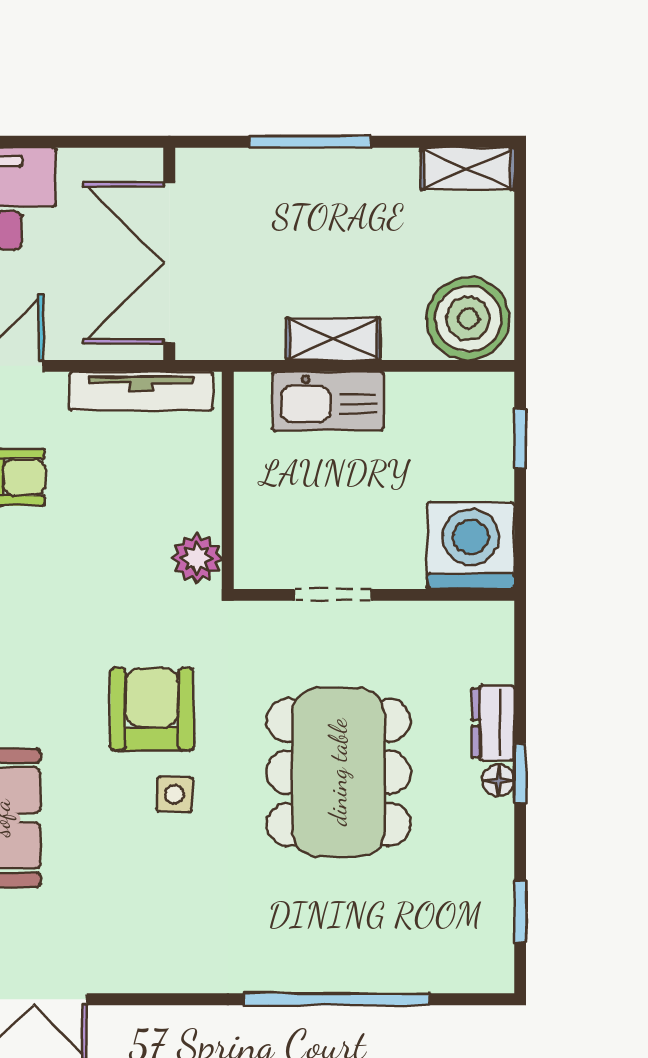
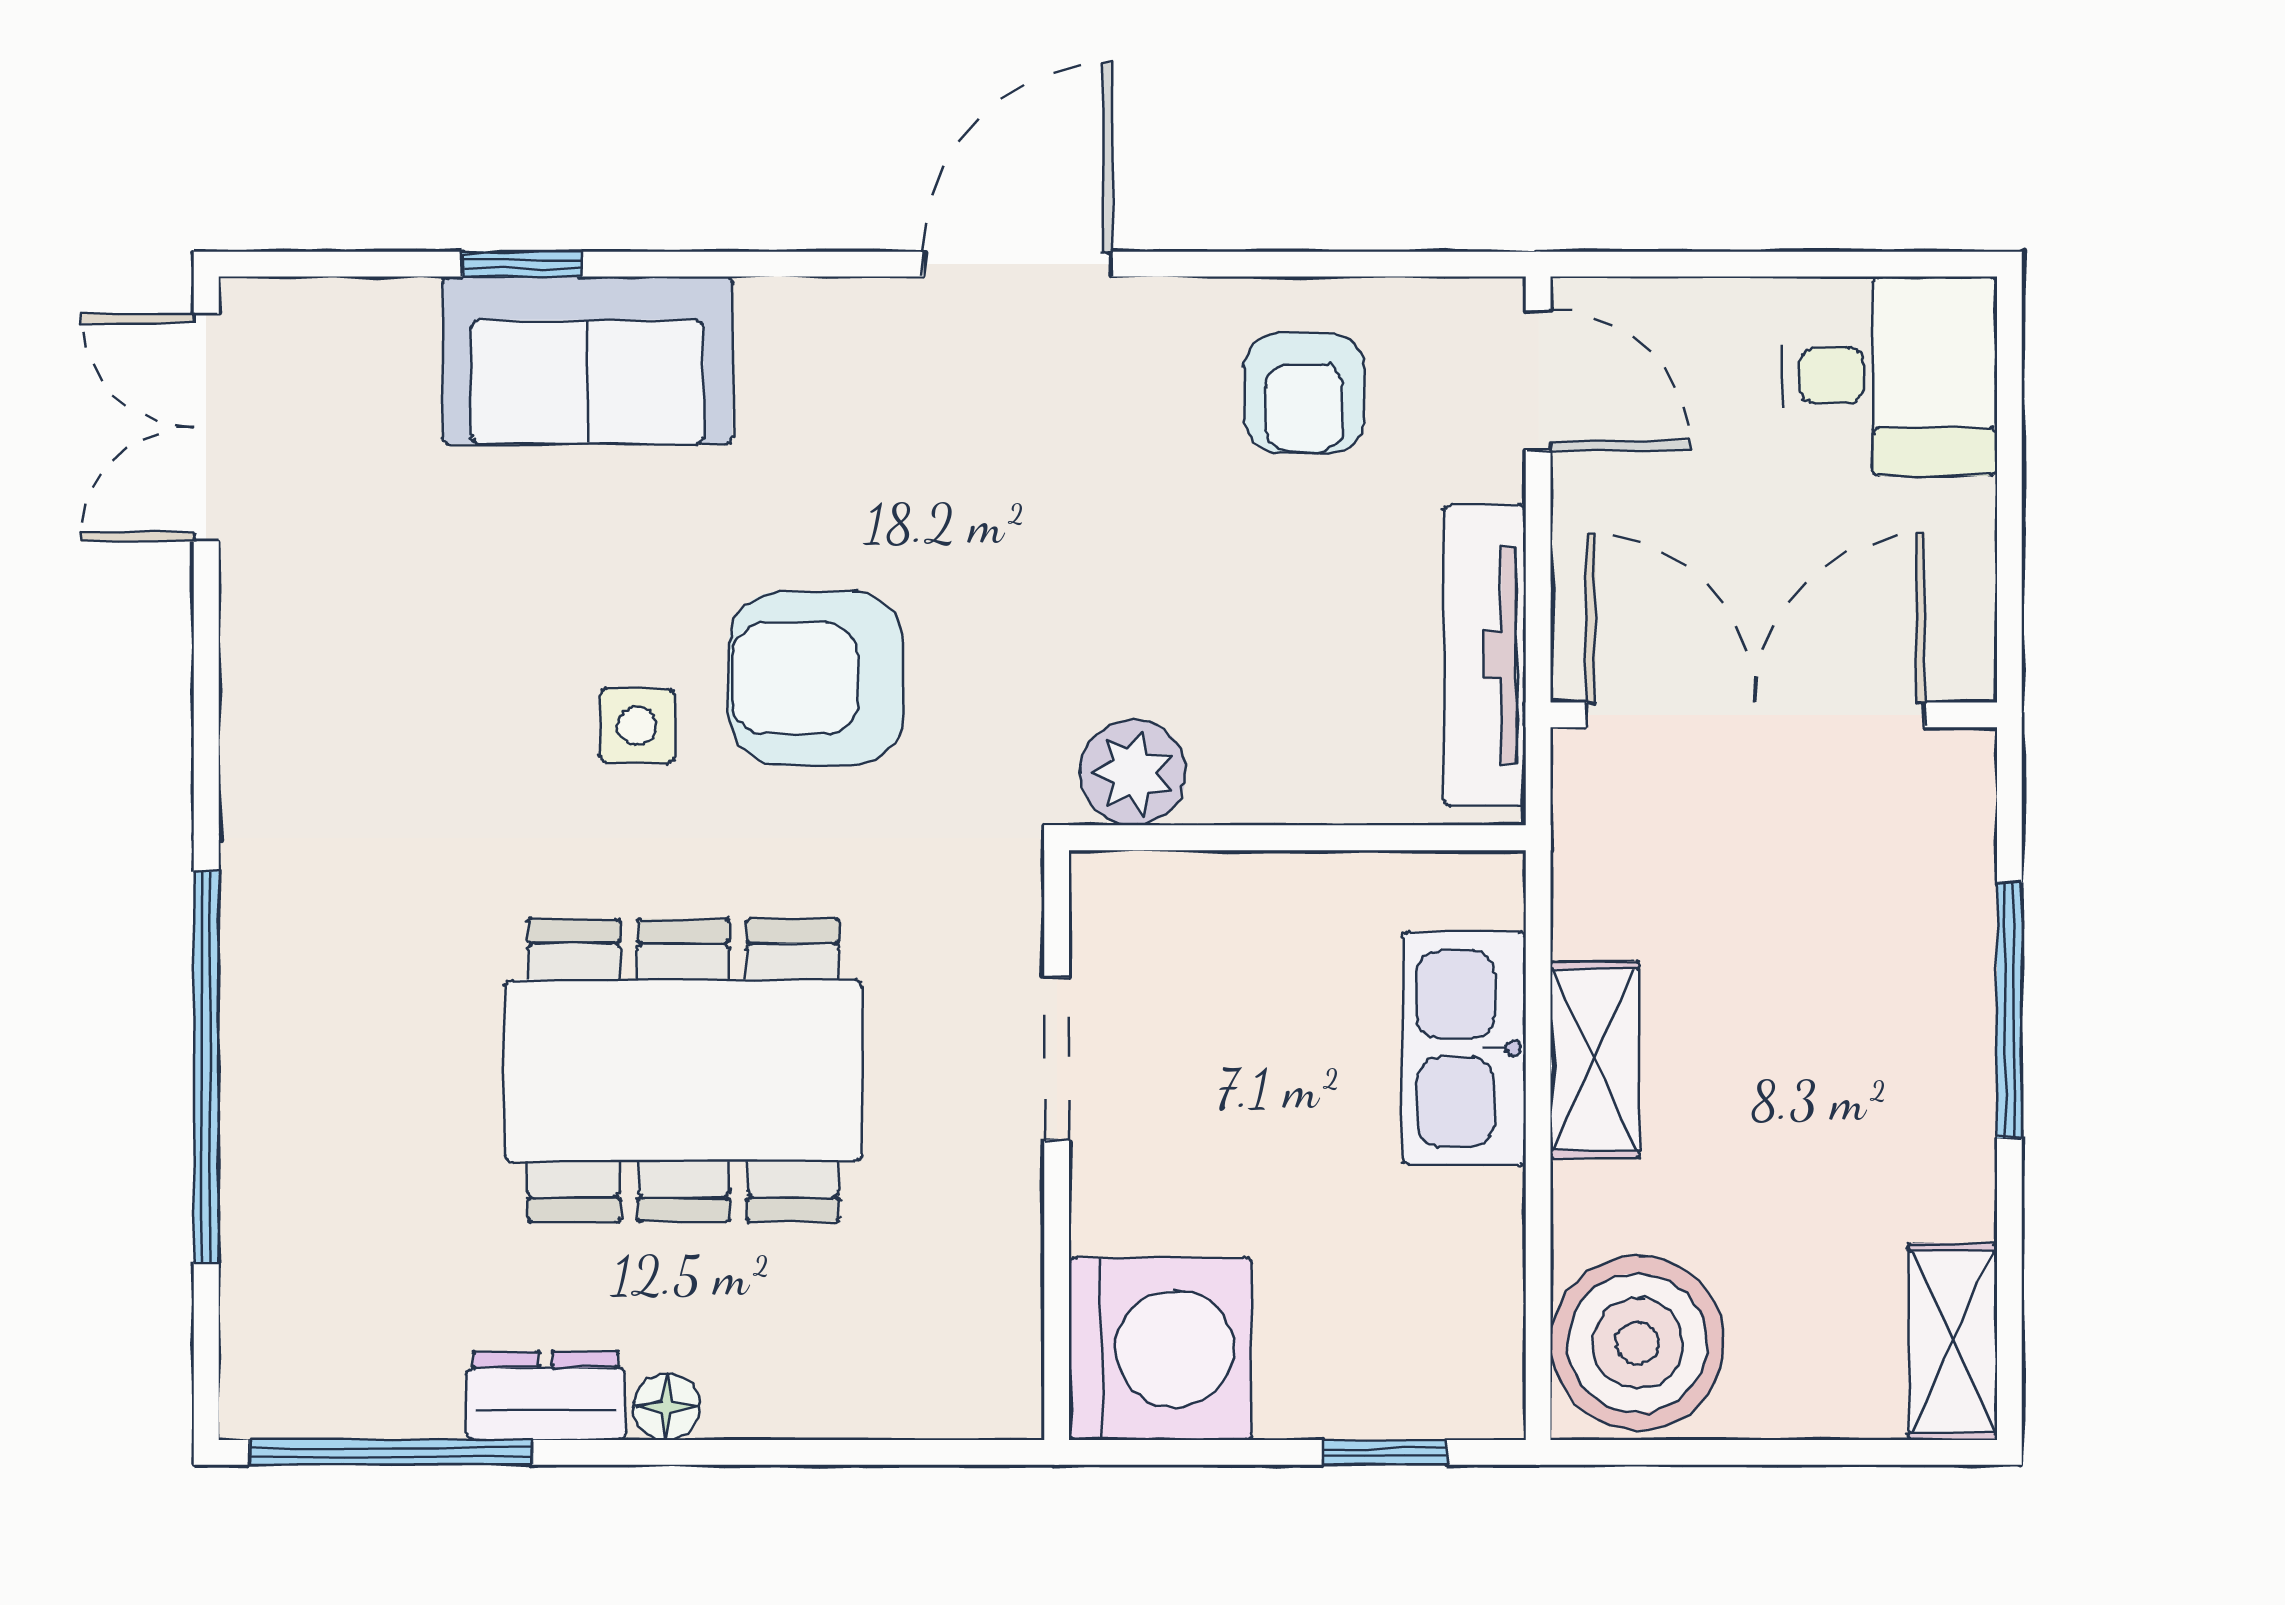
armchair: (152, 709) -> (816, 678), turned 180
dresser: (493, 723) -> (546, 1396), moved
window: (520, 773) -> (682, 1452), removed
window: (520, 911) -> (391, 1452), width x2.17

